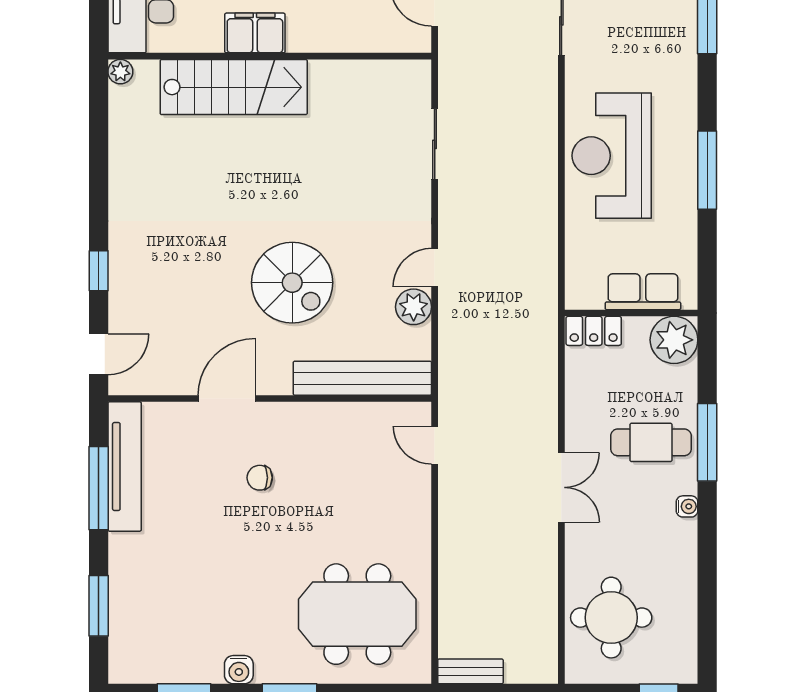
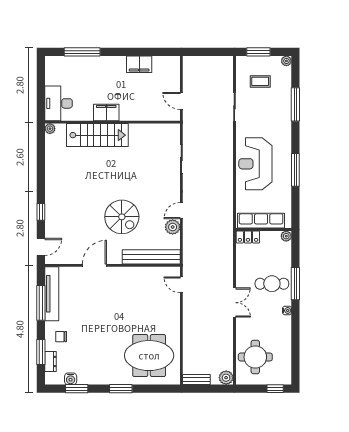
row of seats: (643, 292) -> (261, 221), width x1.48
plant: (674, 340) -> (286, 236), width x0.53, depth x0.53
chair: (260, 478) -> (61, 337), moved
dresser: (122, 628) -> (50, 362), added
plant: (541, 667) -> (226, 378), added
water cooler: (239, 670) -> (71, 379), moved

